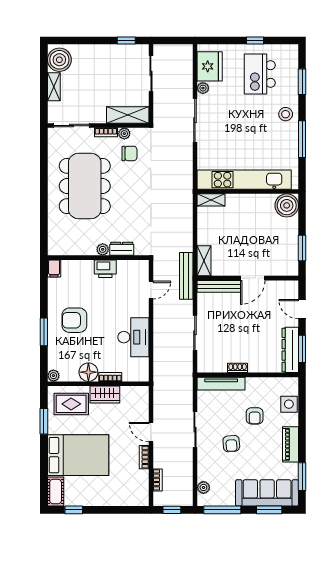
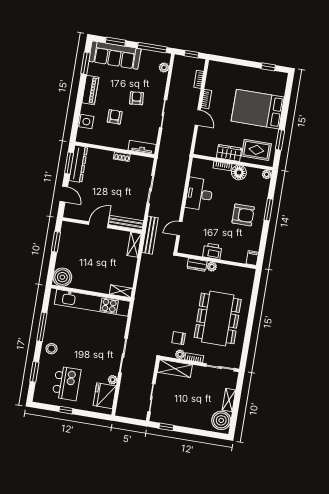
tv unit: (221, 384) -> (142, 147), width x0.71
cot: (56, 492) -> (280, 84), removed

